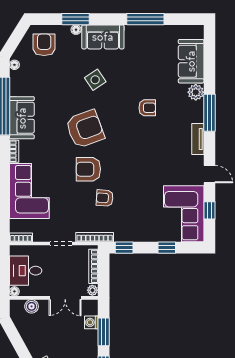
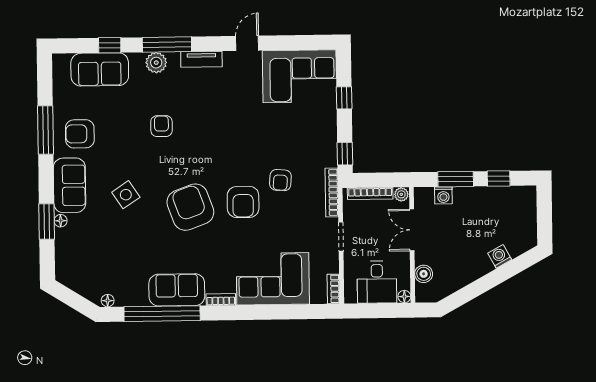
armchair: (44, 45) -> (80, 134), moved
plant: (196, 92) -> (156, 63), moved
window: (209, 210) -> (110, 45), moved
double door: (65, 298) -> (412, 230), swing flipped

